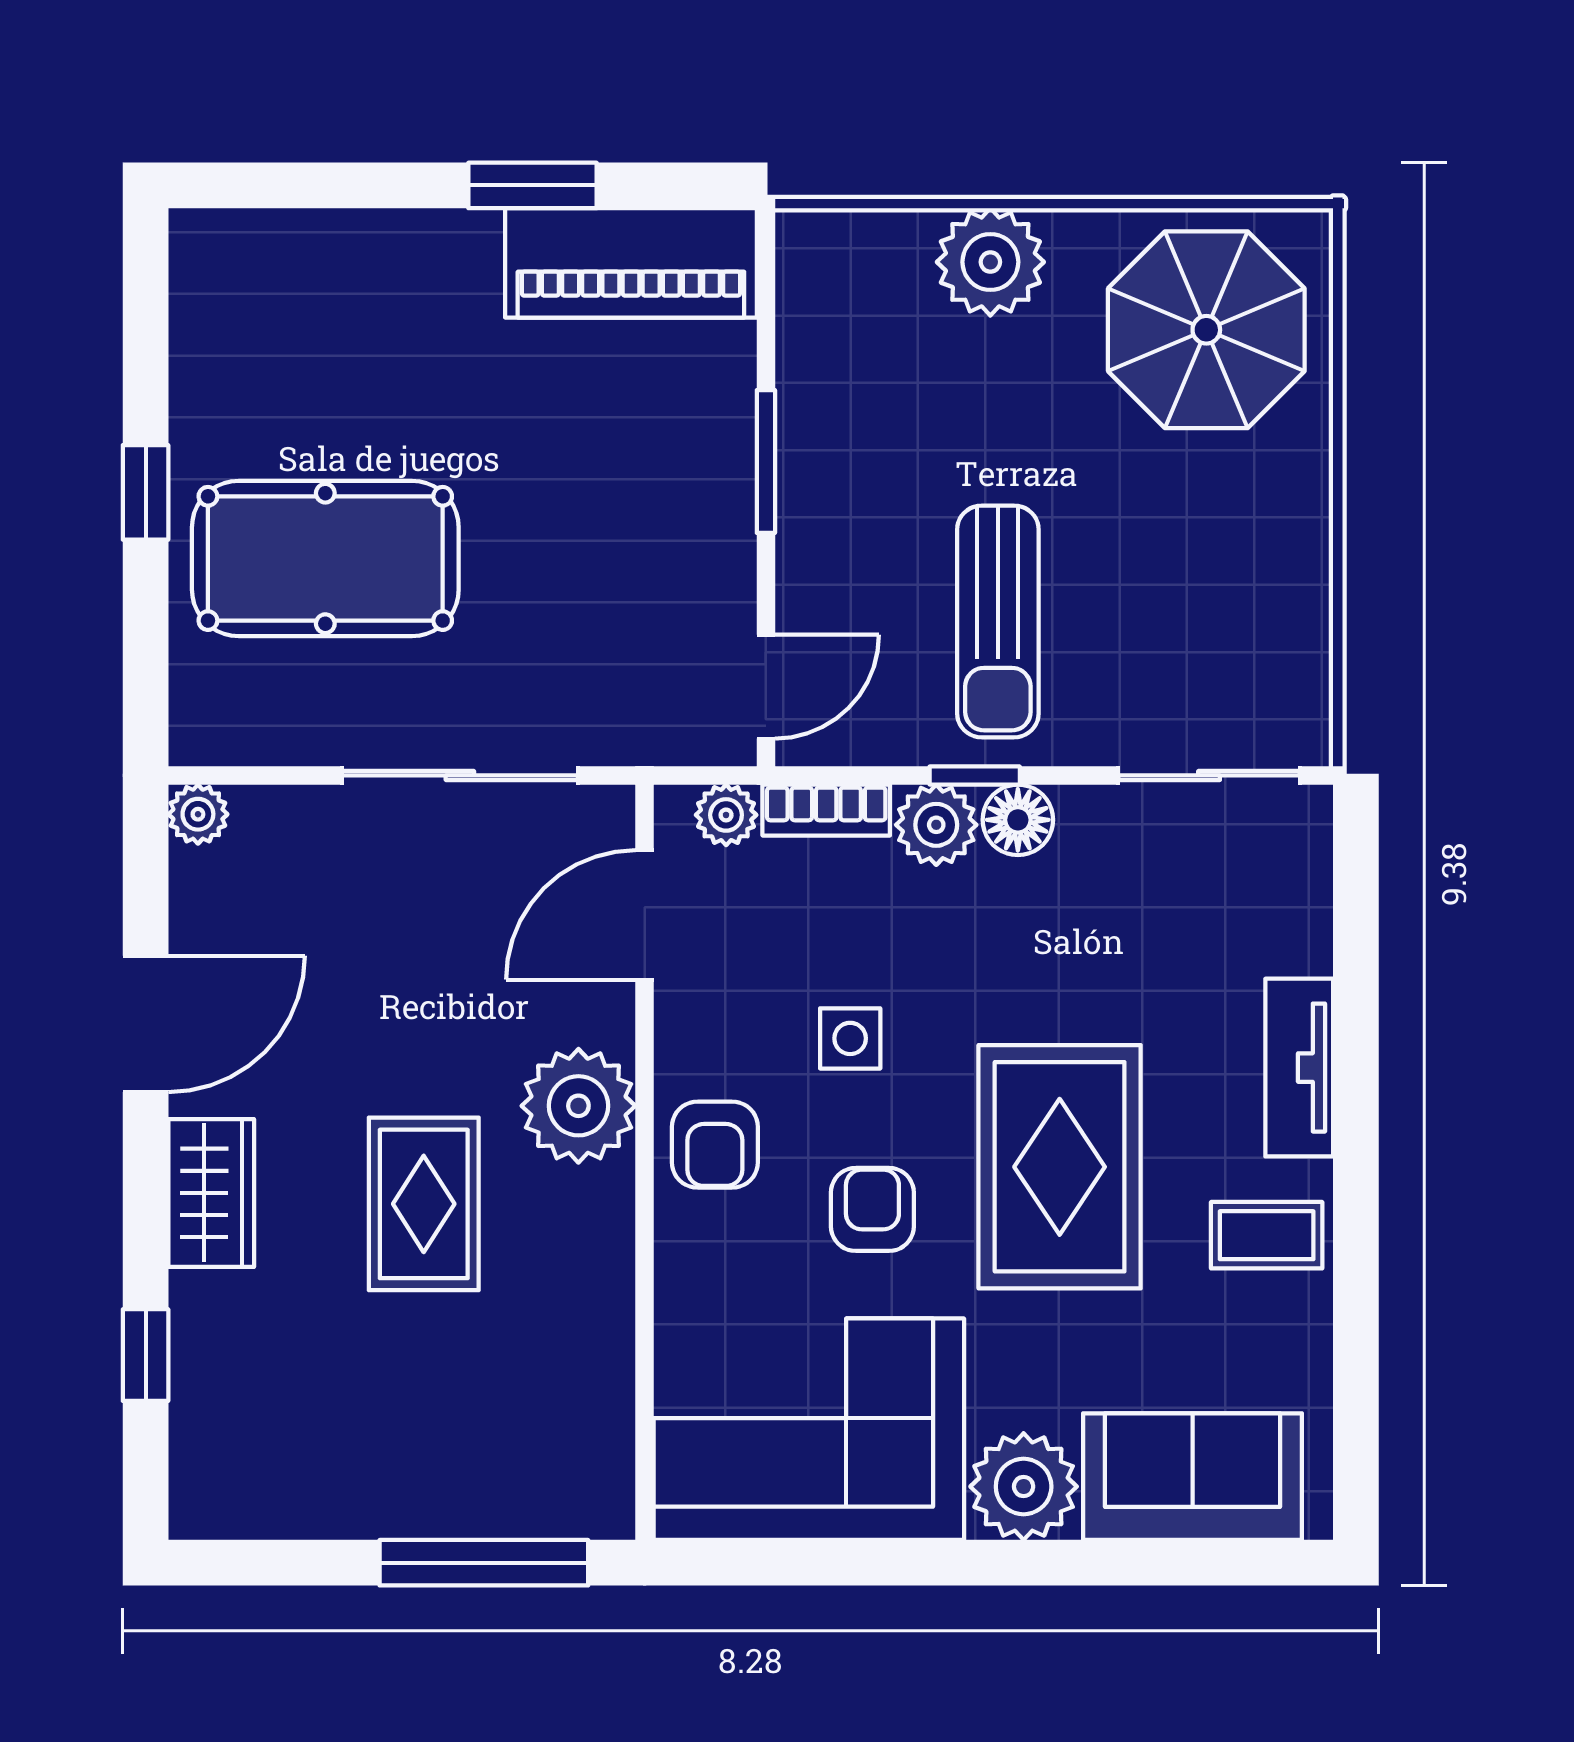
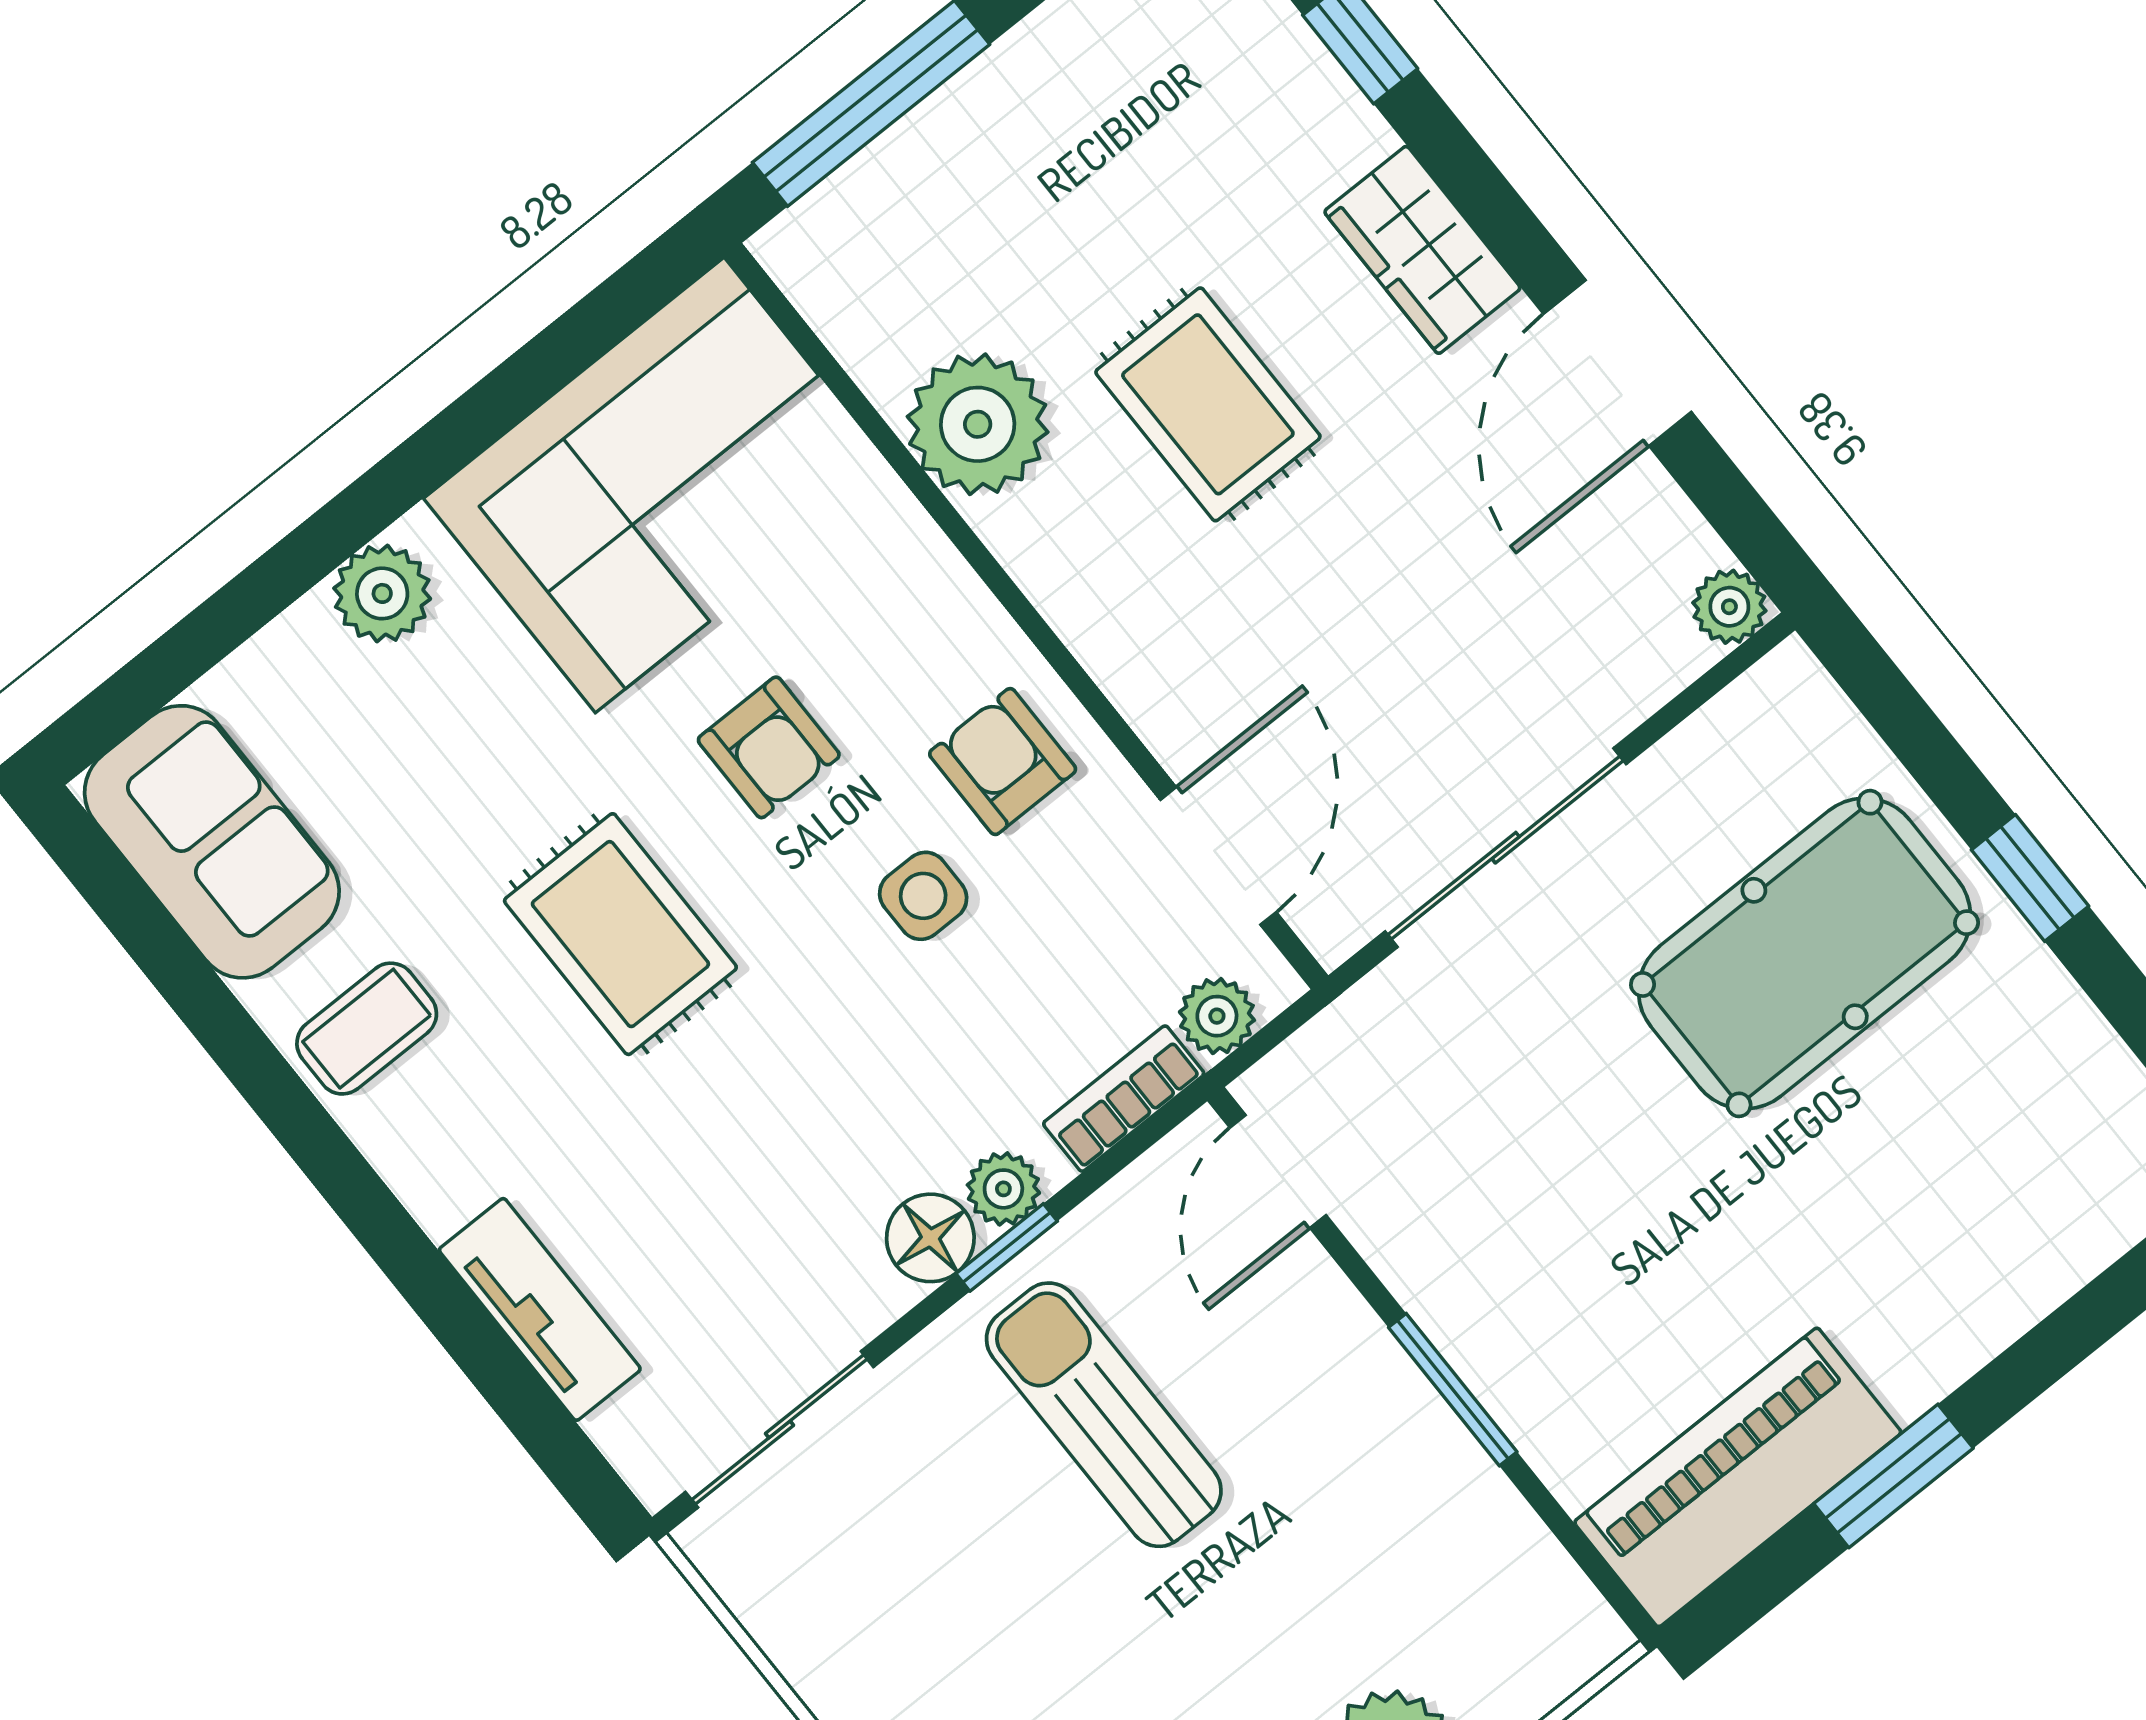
plant: (936, 825) -> (1003, 1189), width x0.73, depth x0.73
tv unit: (1299, 1068) -> (540, 1309), moved
plant: (578, 1106) -> (978, 424), moved
armchair: (715, 1145) -> (1003, 762), moved
rug: (1060, 1167) -> (620, 934), width x0.73, depth x0.70
sofa: (1193, 1477) -> (212, 842), moved, turned -90
plant: (1024, 1487) -> (382, 593), width x0.73, depth x0.73

